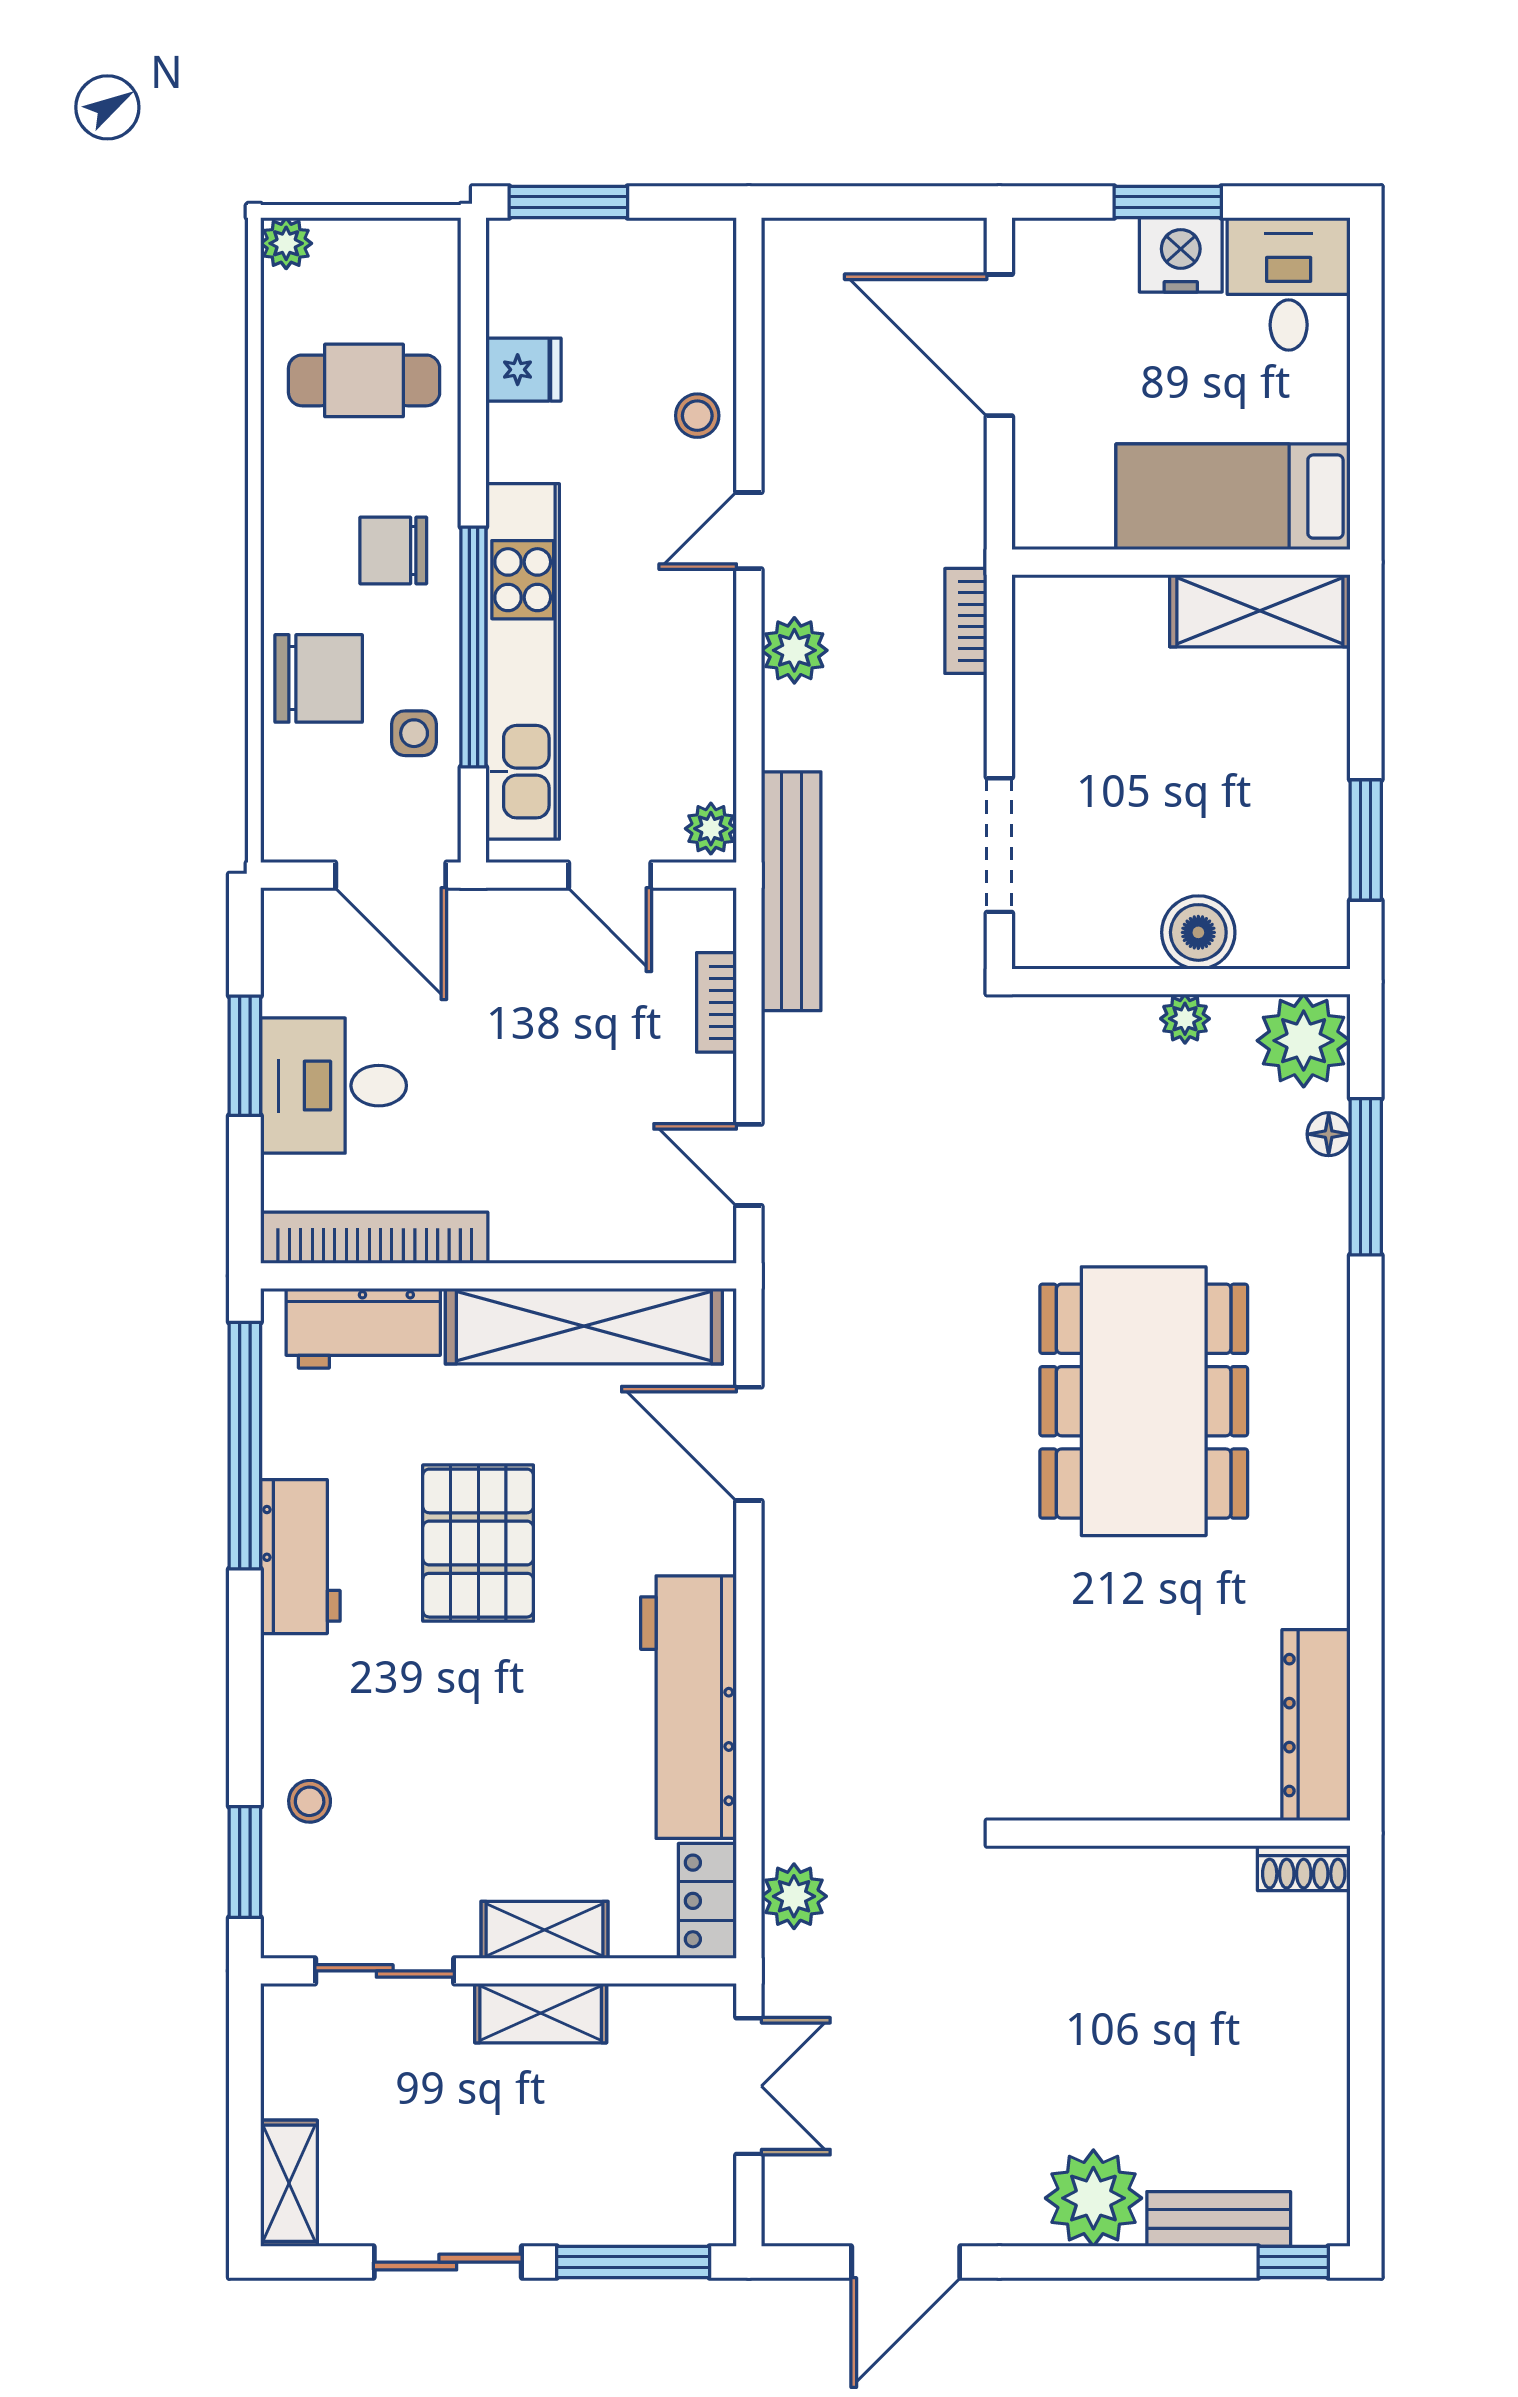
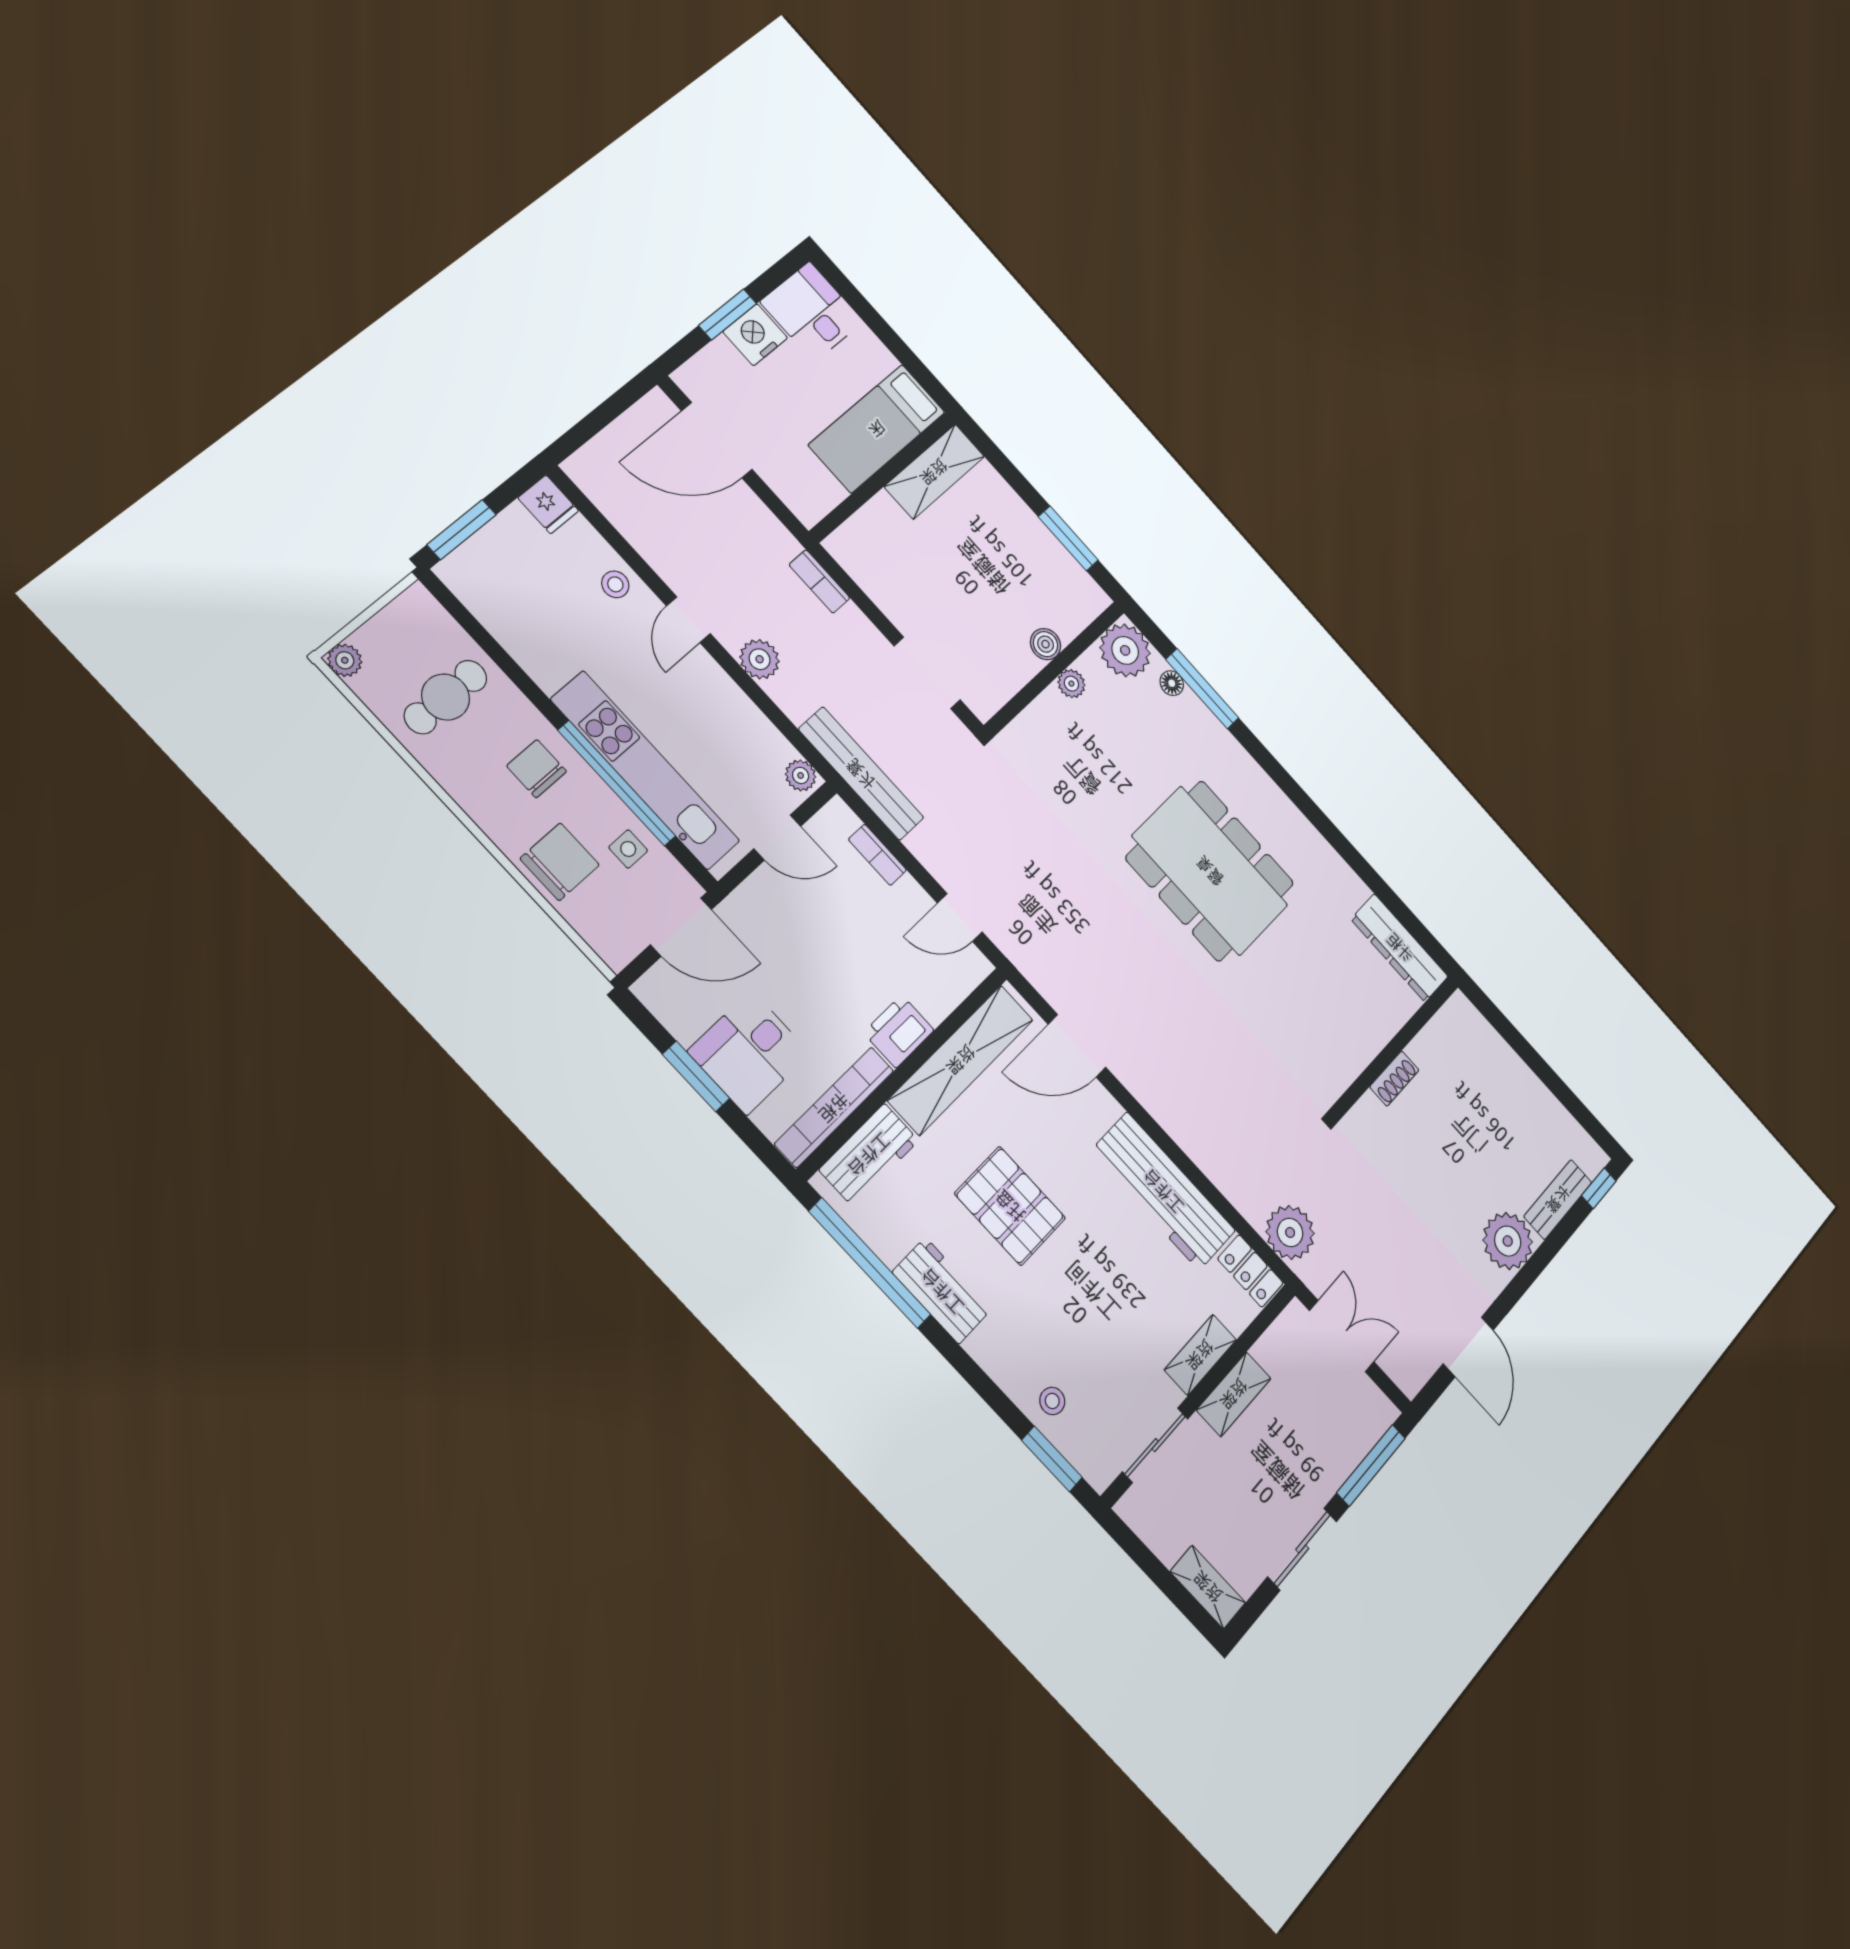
fridge: (524, 370) -> (548, 504), moved, turned 90
chair: (393, 550) -> (537, 769), turned 90
boiler: (1198, 932) -> (1046, 644), width x0.73, depth x0.73
printer: (539, 1225) -> (899, 1031), added
shoe rack: (1304, 1868) -> (1394, 1079), moved
plant: (794, 1896) -> (1290, 1232), width x1.36, depth x1.36

